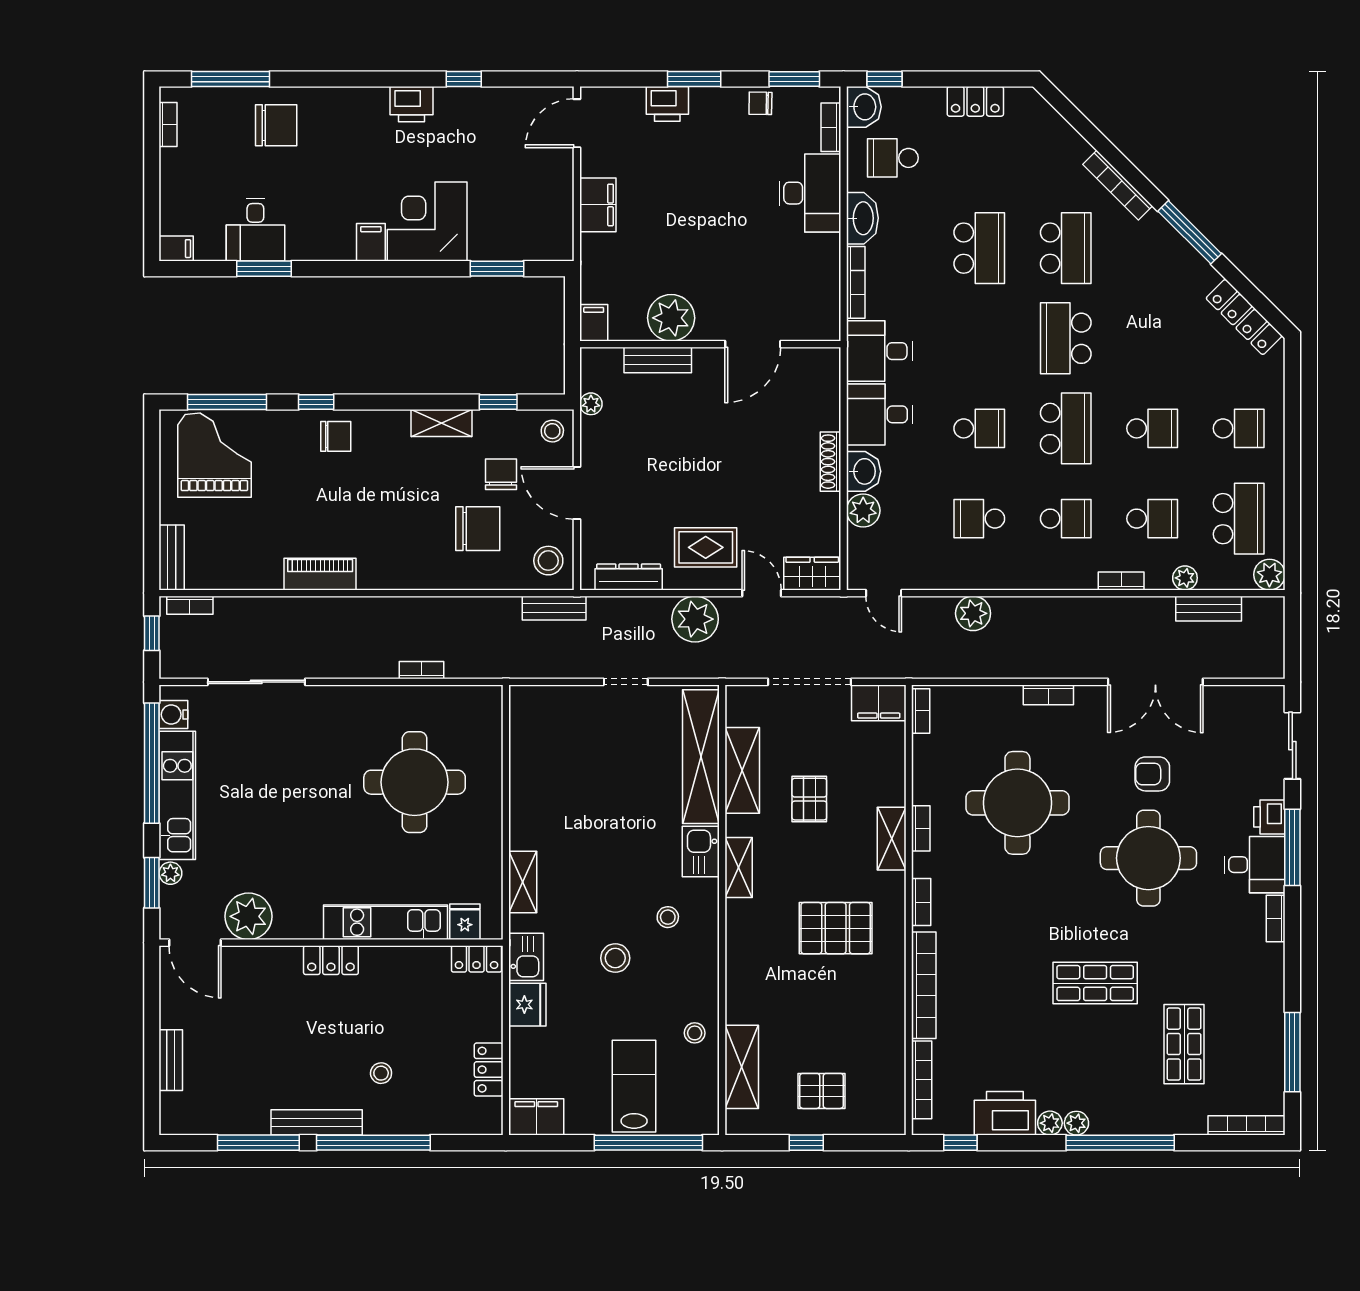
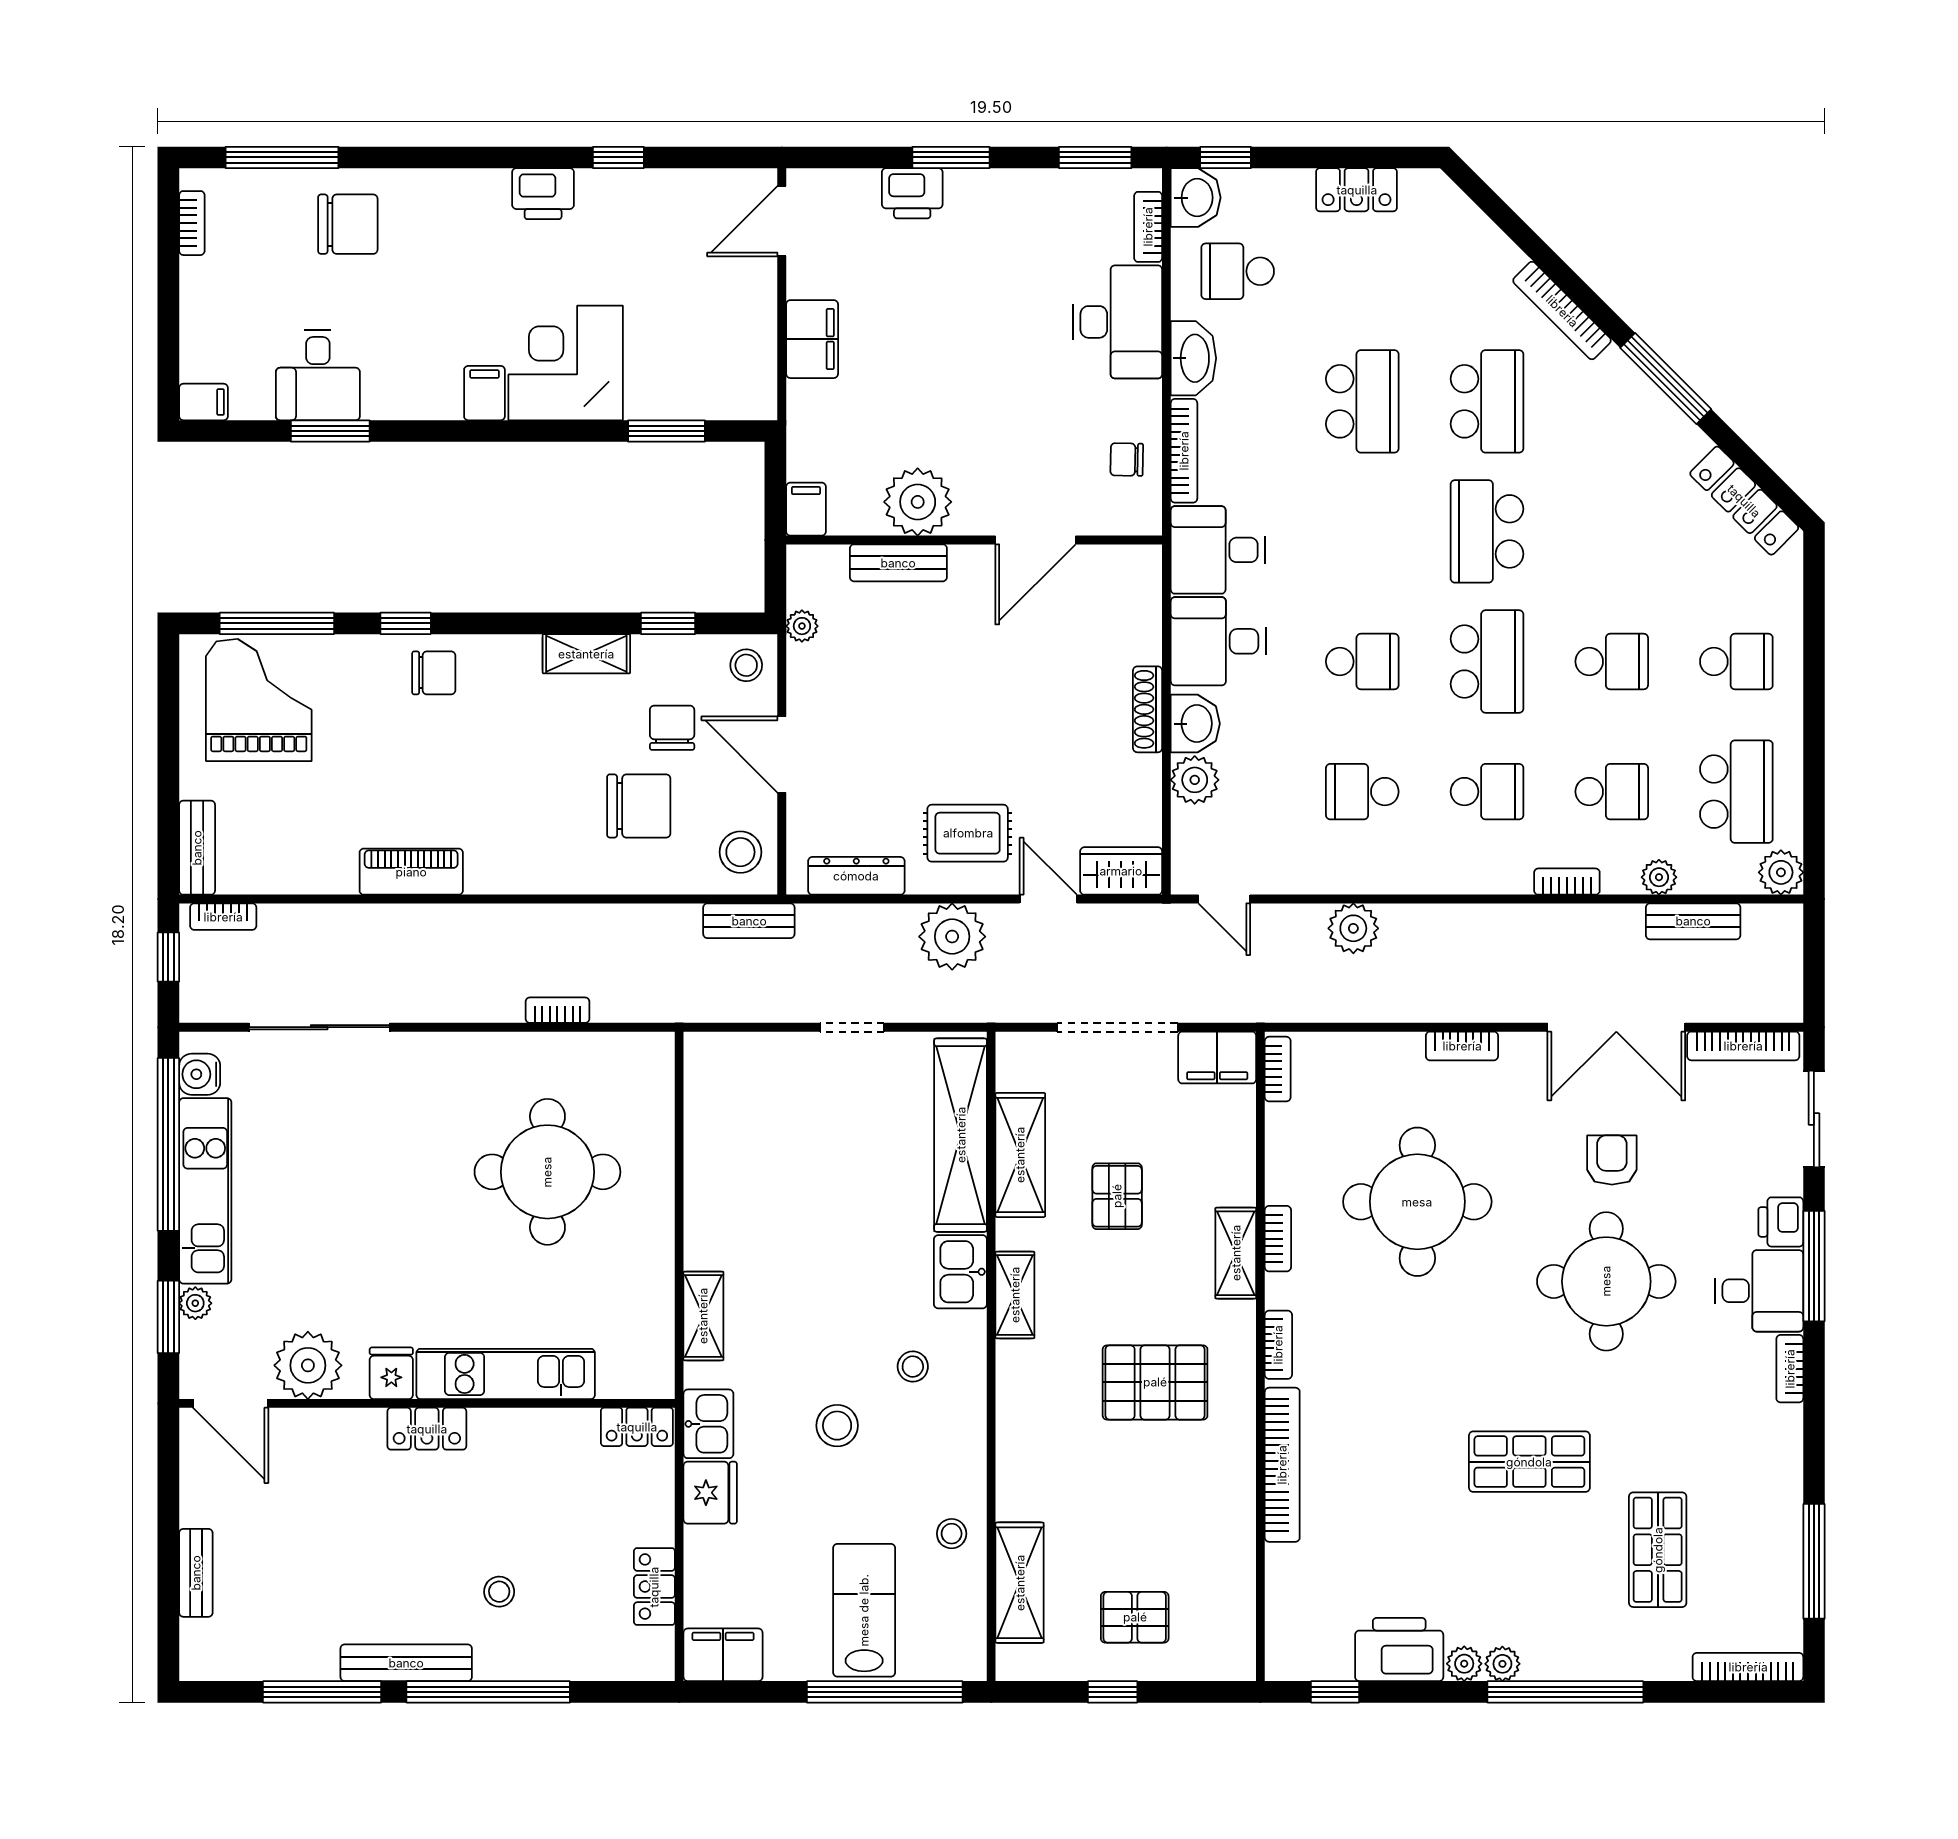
chair: (760, 103) -> (1127, 460), moved
armchair: (1152, 774) -> (1612, 1160), turned 90
fridge: (465, 922) -> (391, 1373), moved
bookcase: (922, 1080) -> (1743, 1046), moved, turned 90

